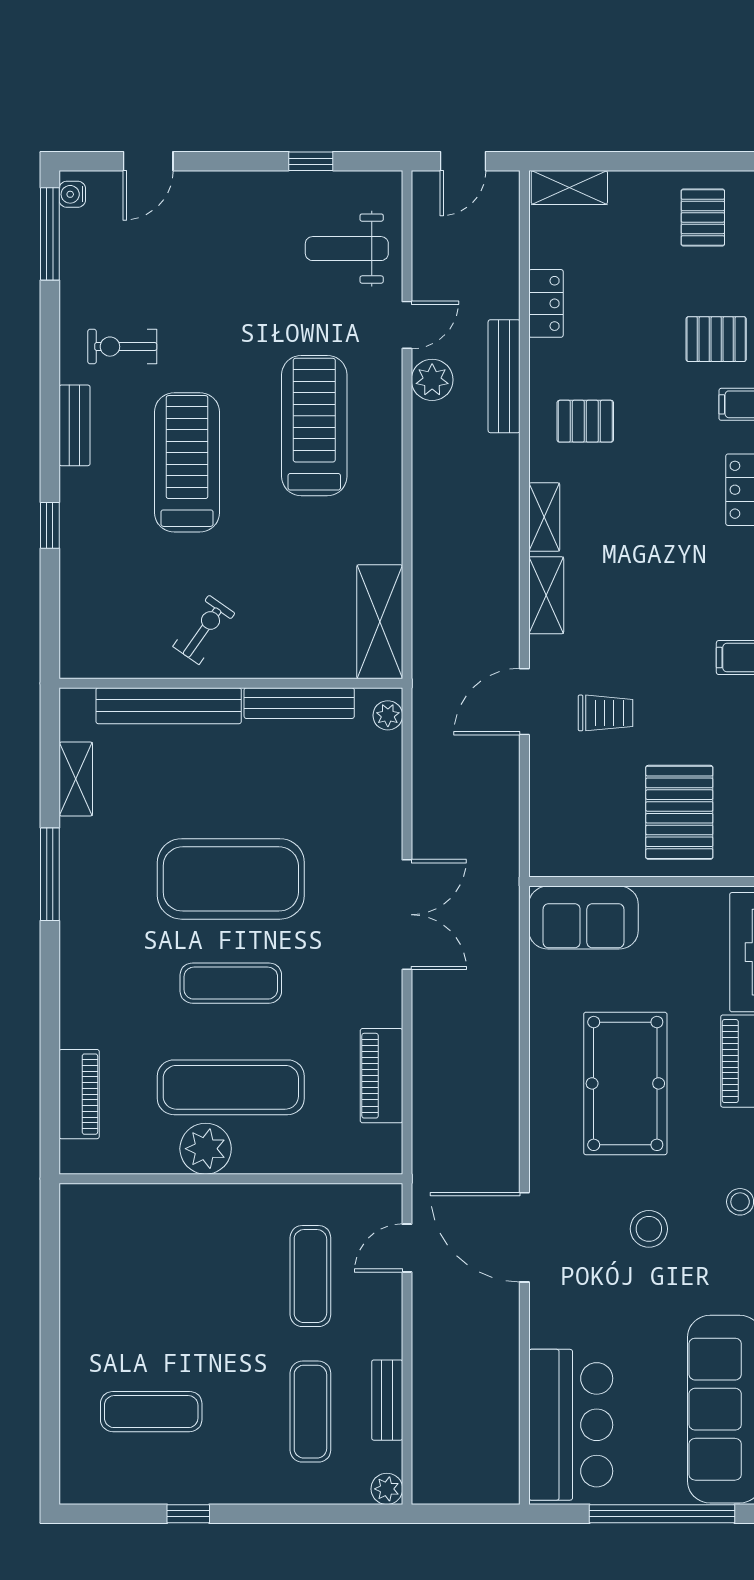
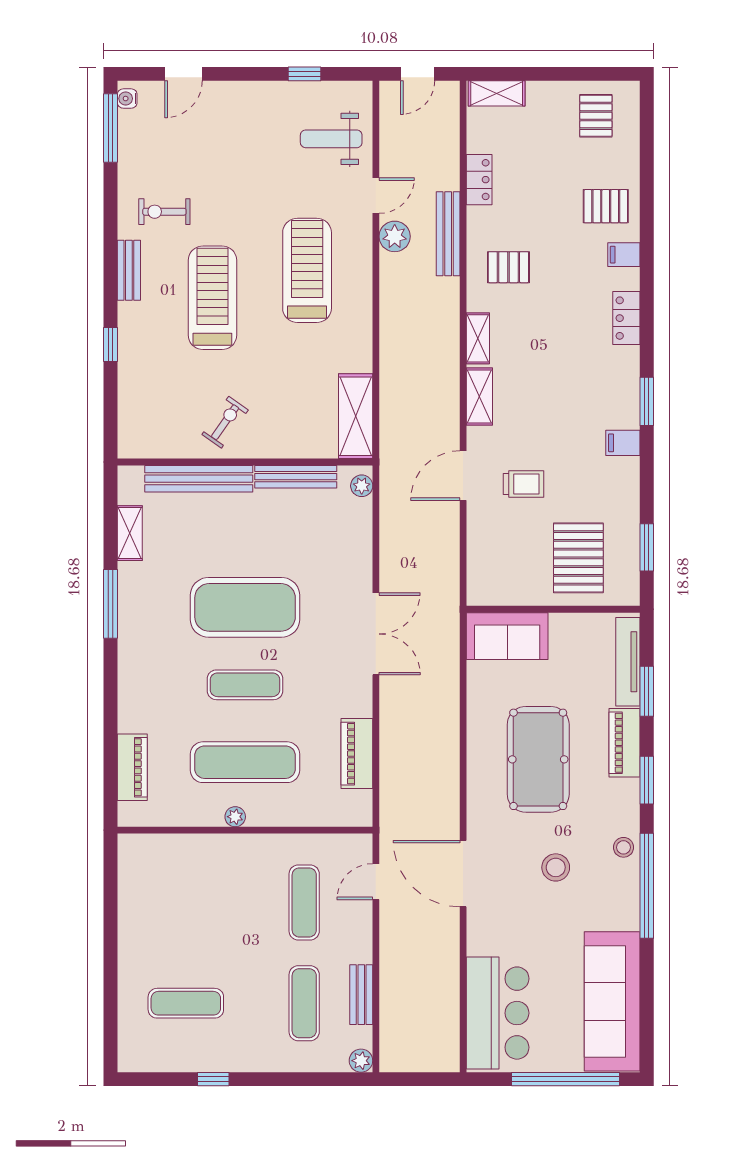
plant: (206, 1149) -> (235, 817), width x0.53, depth x0.53

